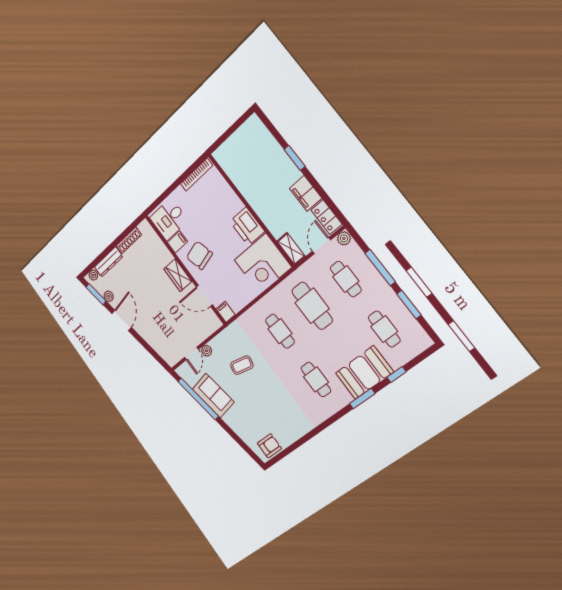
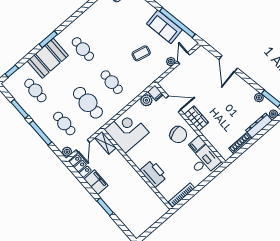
printer: (247, 226) -> (154, 174), moved
plant: (237, 303) -> (146, 100), added
door: (122, 320) -> (228, 64), moved
window: (397, 374) -> (12, 71), moved

